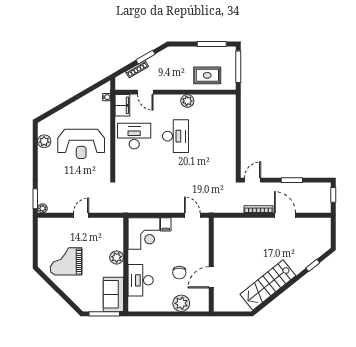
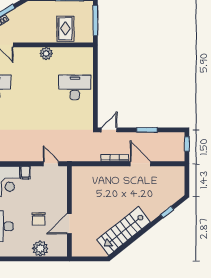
rug: (207, 75) -> (65, 29), turned 90
desk: (176, 136) -> (75, 87), moved, turned -90

